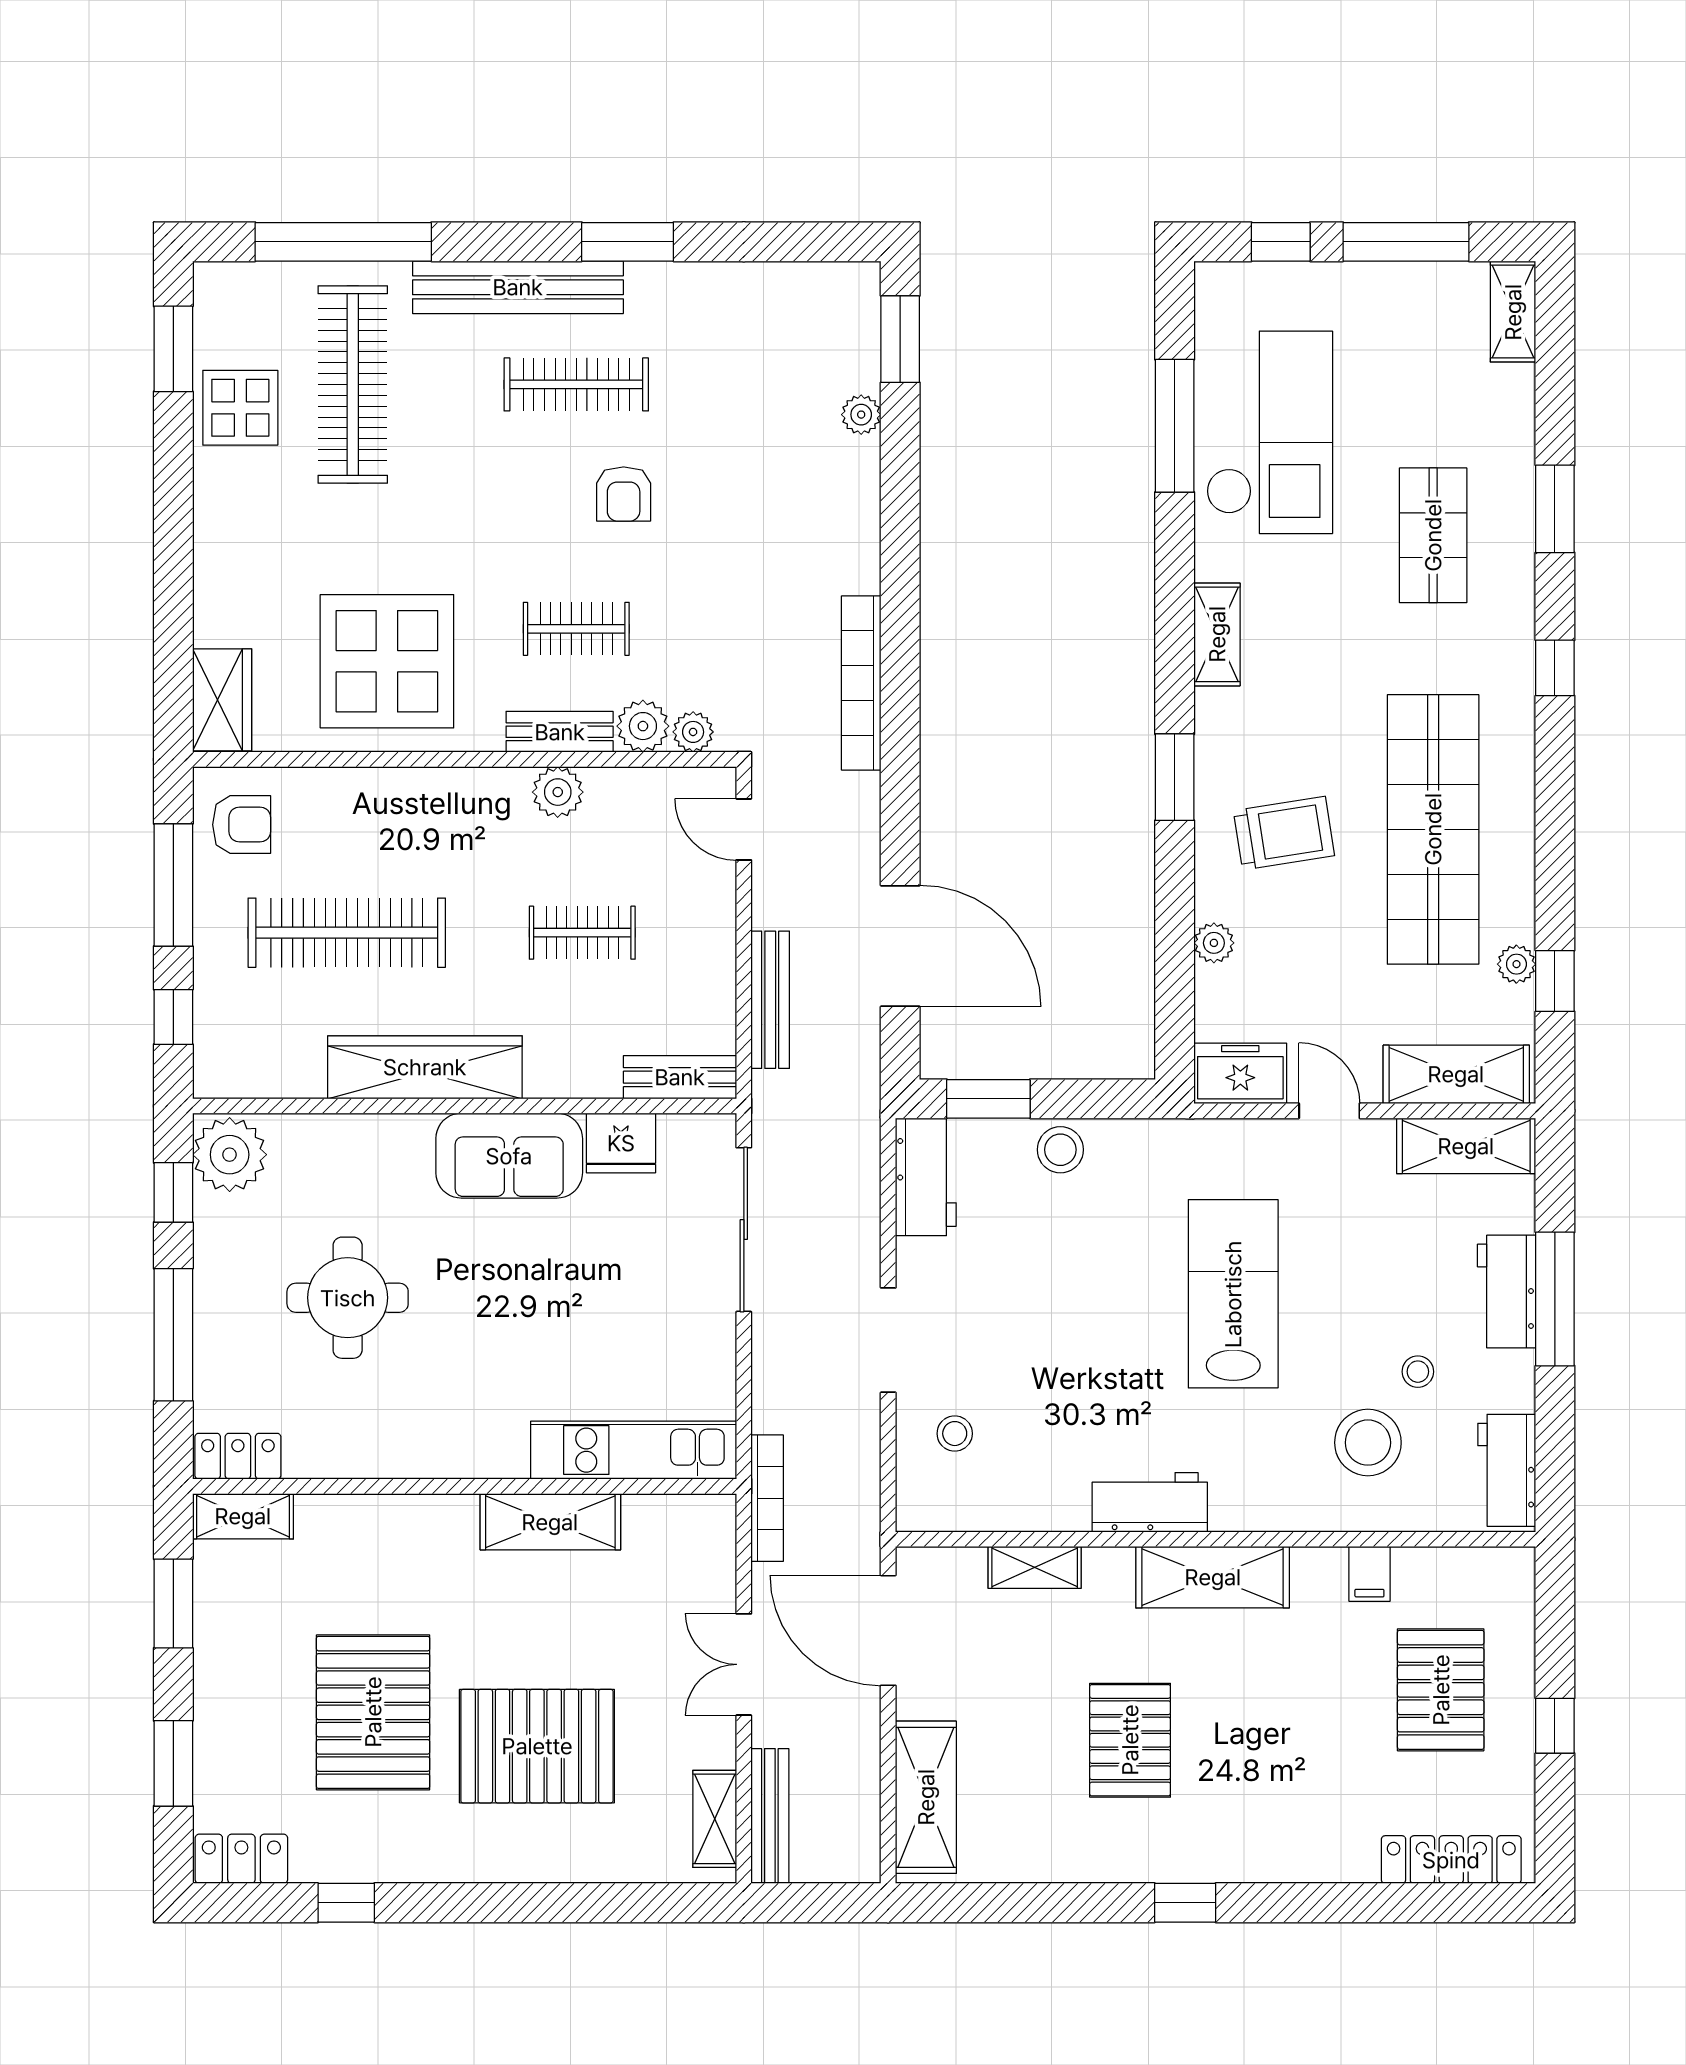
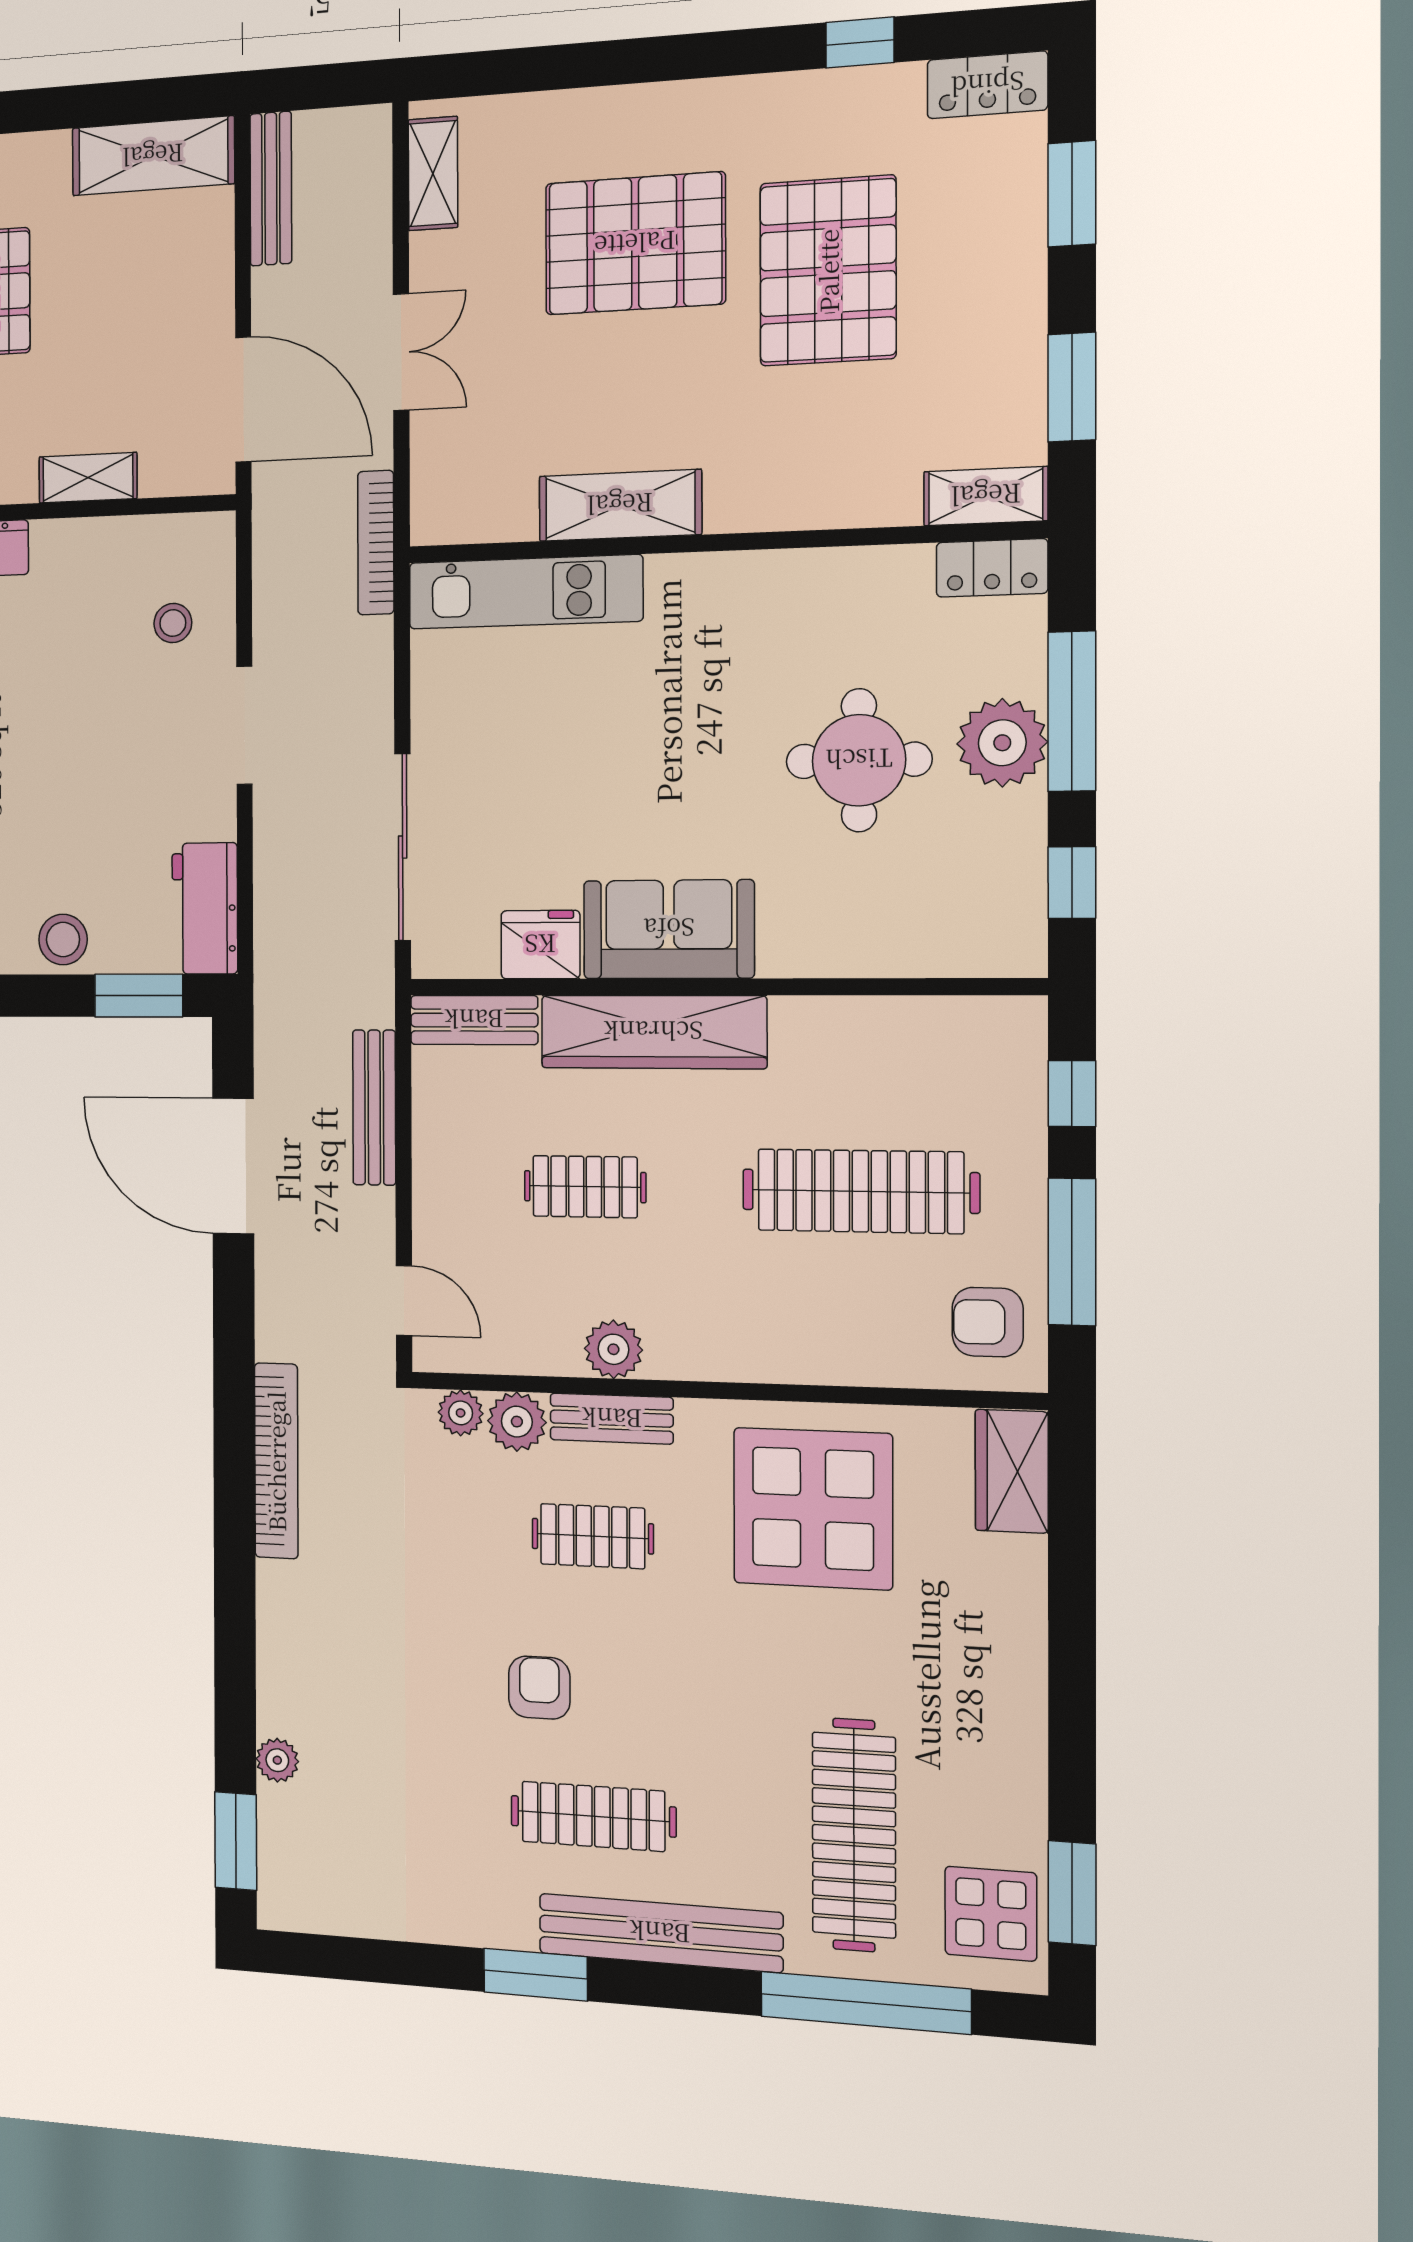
display table: (240, 408) -> (991, 1914), moved
wardrobe: (425, 1067) -> (653, 1032), moved
plant: (230, 1155) -> (1002, 743), moved
shelving: (926, 1797) -> (153, 156), moved, turned 90
bench: (770, 1816) -> (271, 189), moved

